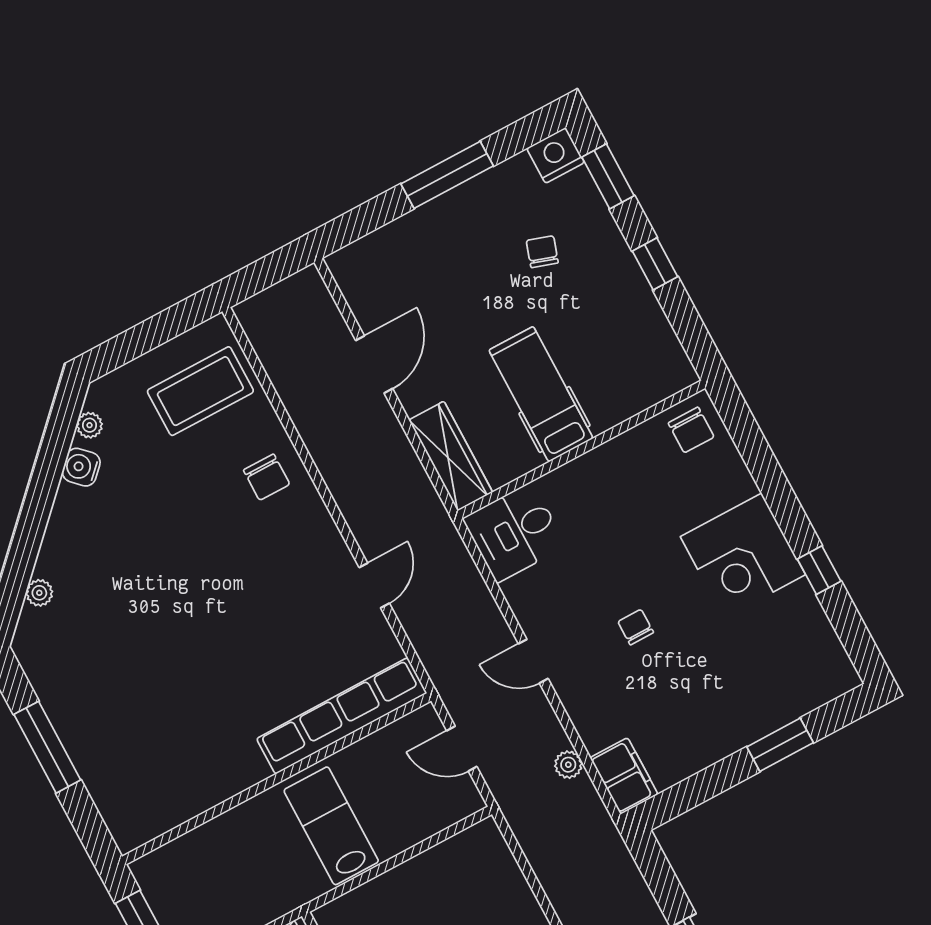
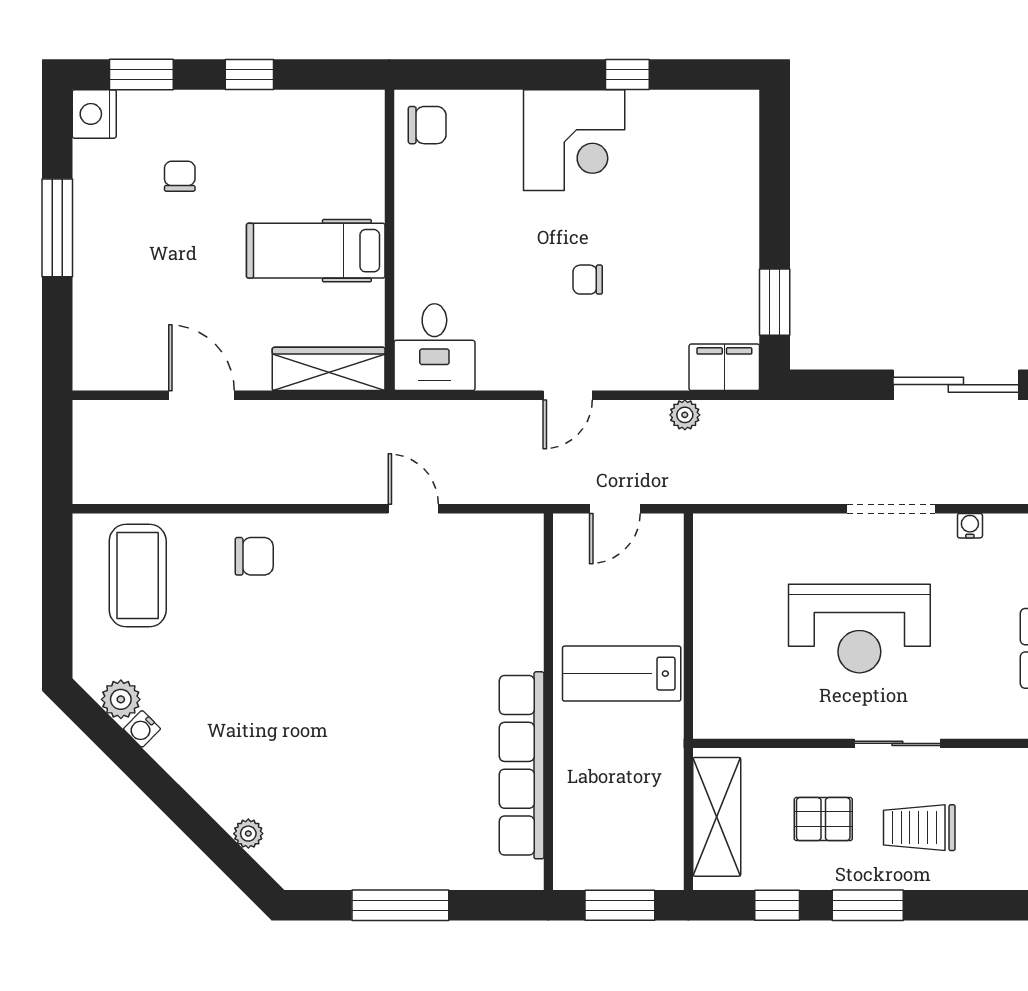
chair: (542, 252) -> (180, 176), turned 72
plant: (89, 425) -> (121, 699), width x1.38, depth x1.38
water cooler: (81, 467) -> (142, 729), width x0.72, depth x0.72
row of seats: (342, 716) -> (522, 765), moved
window: (780, 745) -> (775, 302), moved

